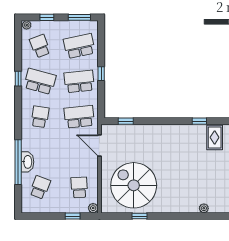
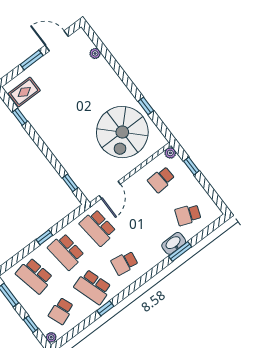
school desk: (40, 81) -> (93, 287), turned -33
window: (18, 162) -> (180, 252), width x0.47

